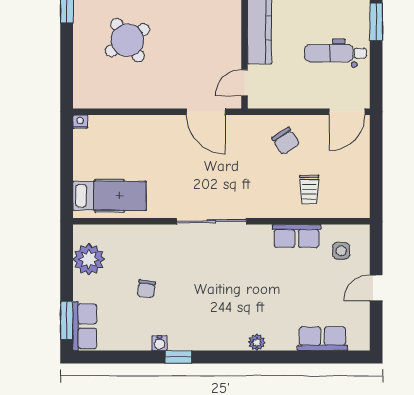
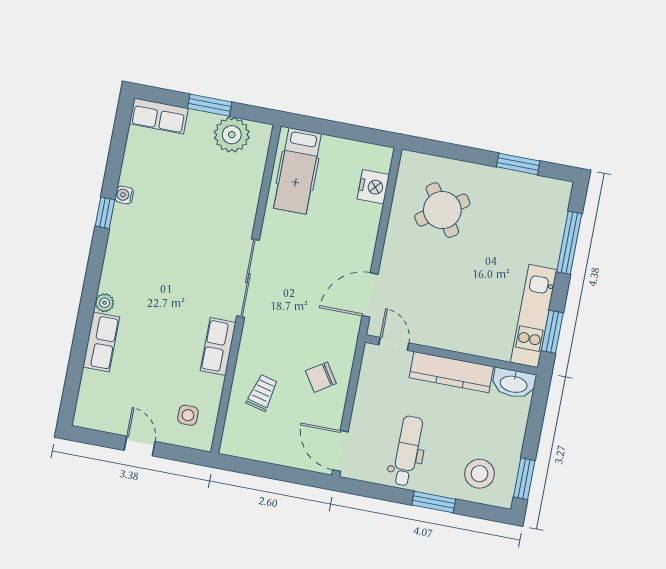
round table: (128, 40) -> (442, 210), moved
nightstand: (80, 122) -> (373, 187), moved, width x1.89, depth x1.79
trolley: (309, 190) -> (262, 393), turned 104
row of seats: (297, 236) -> (218, 347), moved
chair: (146, 289) -> (187, 192), removed
window: (67, 320) -> (210, 105), moved
row of seats: (322, 339) -> (101, 342), moved

